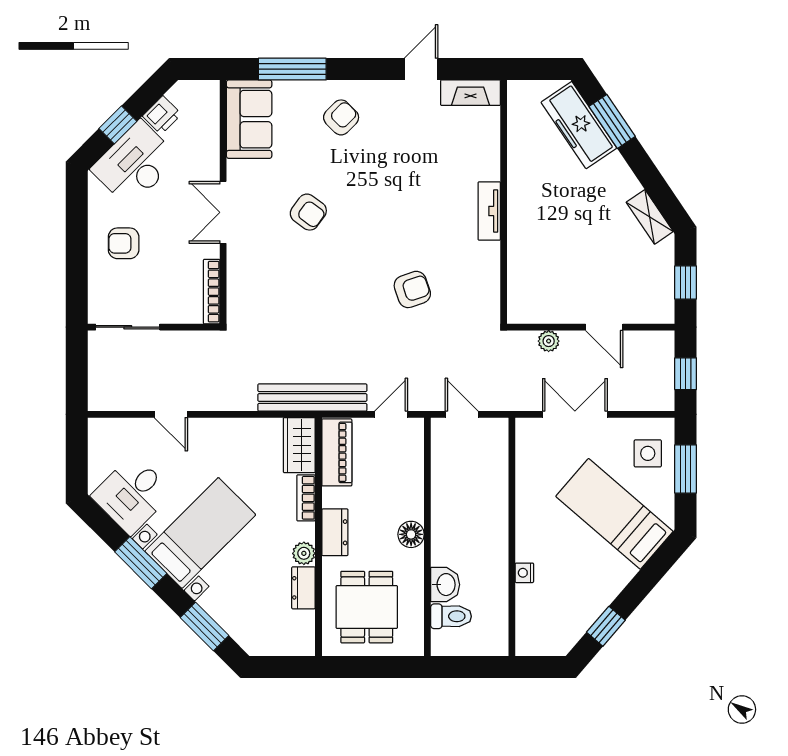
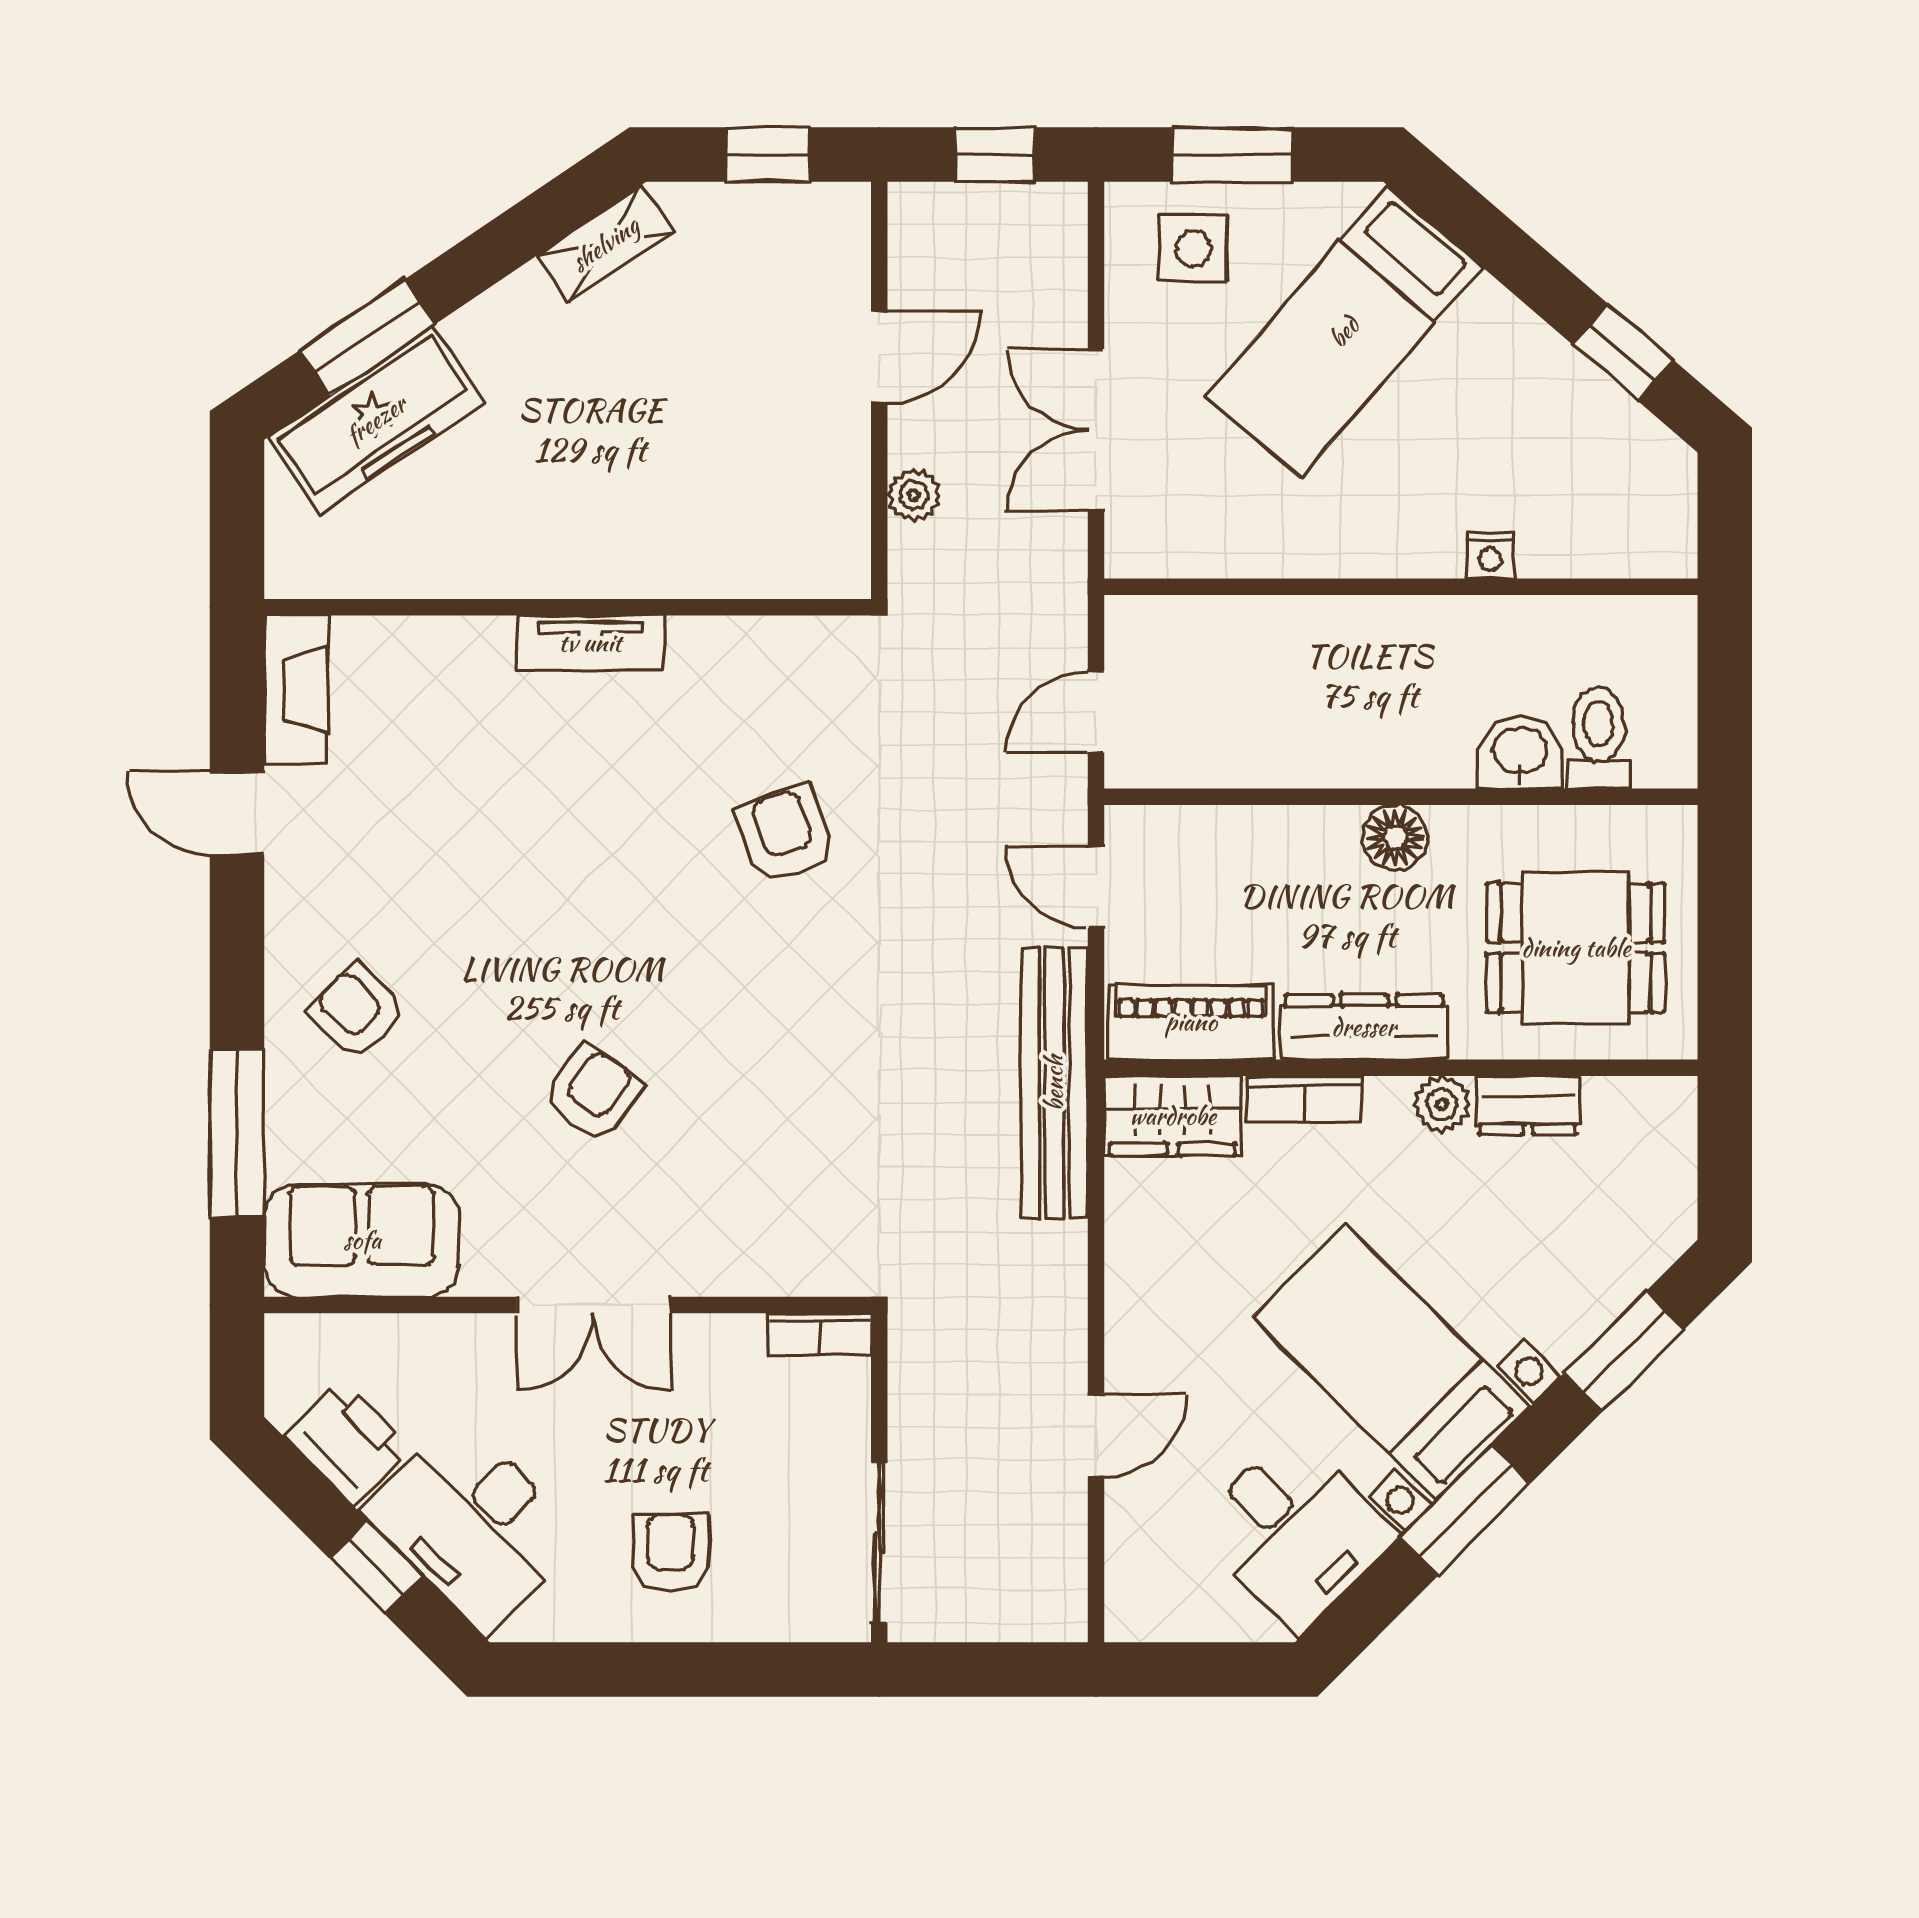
printer: (162, 115) -> (348, 1442), width x1.36, depth x1.24
armchair: (124, 243) -> (671, 1553), turned 180
bookcase: (212, 292) -> (820, 1334), width x0.64
dresser: (335, 532) -> (1364, 1027), width x1.44

